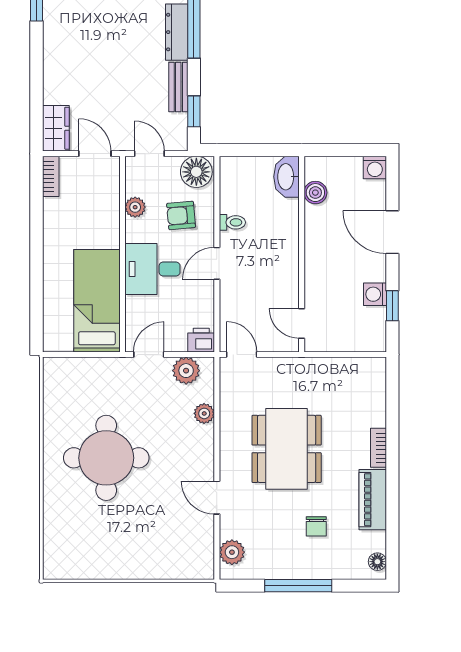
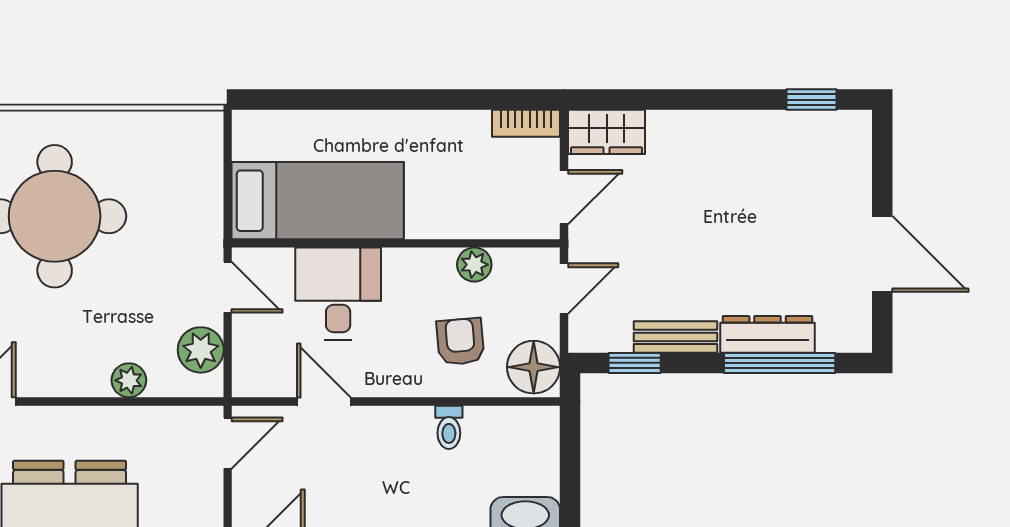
door: (217, 263) -> (324, 401), moved
desk: (152, 269) -> (338, 294), moved
printer: (201, 340) -> (252, 375), removed

